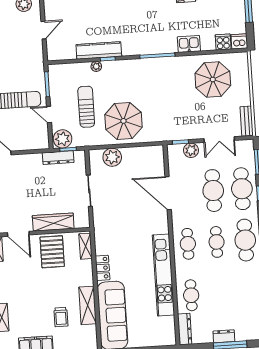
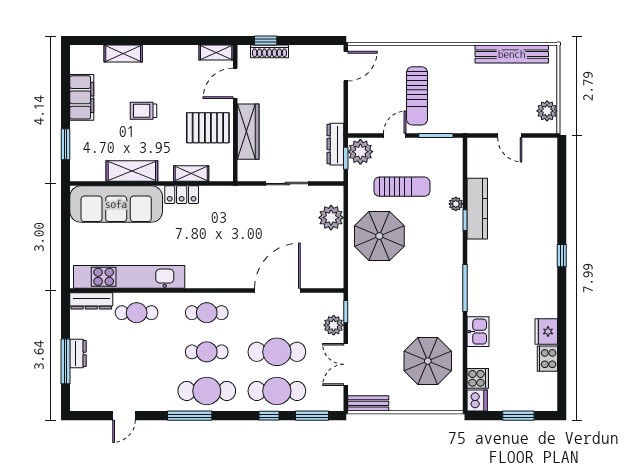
shelving: (86, 246) -> (191, 173), moved
kitchen unit: (163, 275) -> (129, 277), moved
trolley: (61, 317) -> (143, 111), moved

